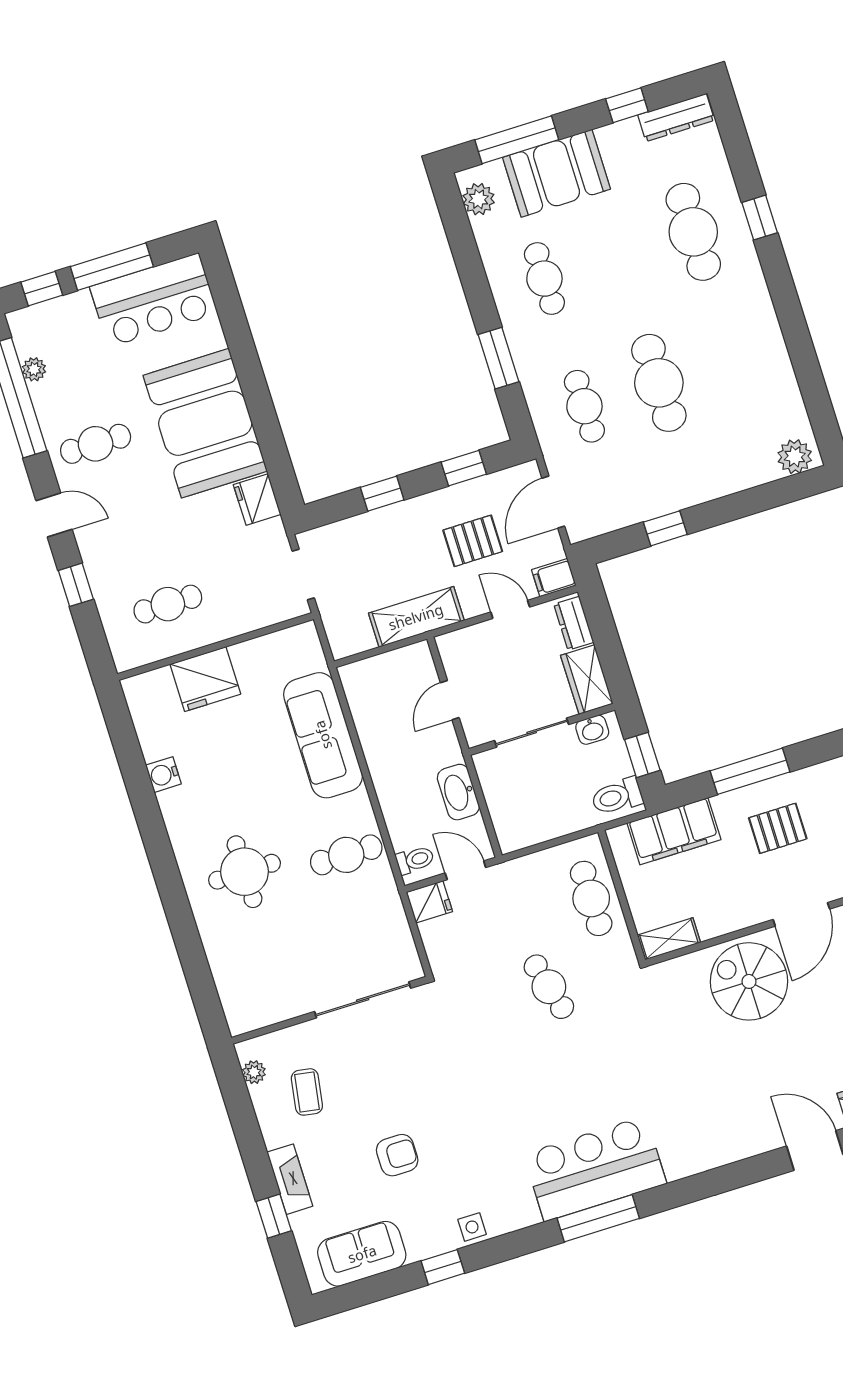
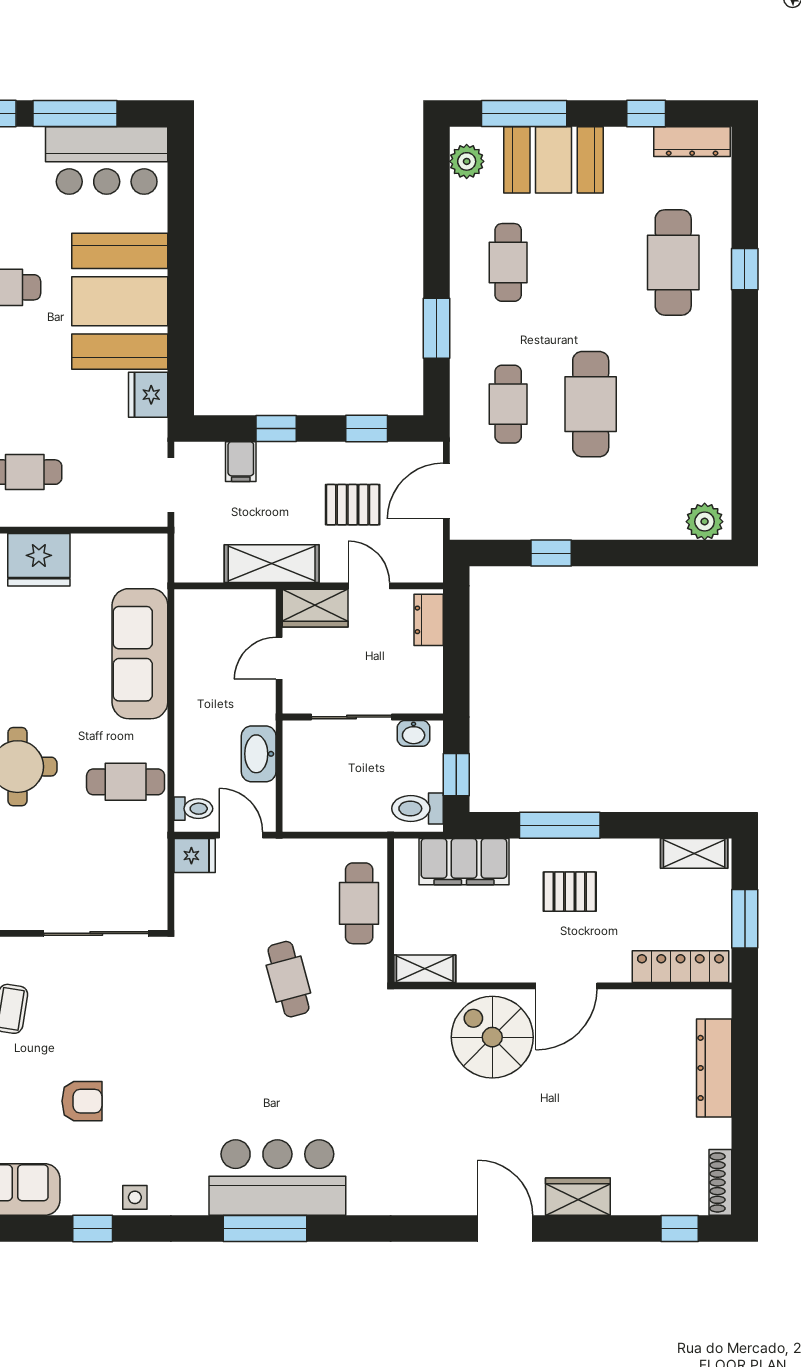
filing cabinet: (554, 578) -> (241, 462), moved, turned -90
wardrobe: (587, 680) -> (315, 608), moved, turned -90

